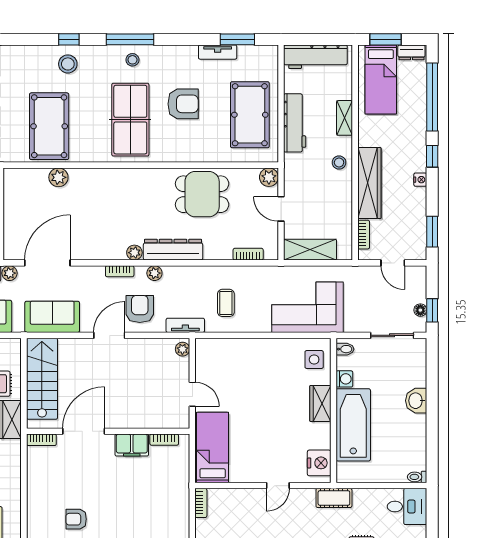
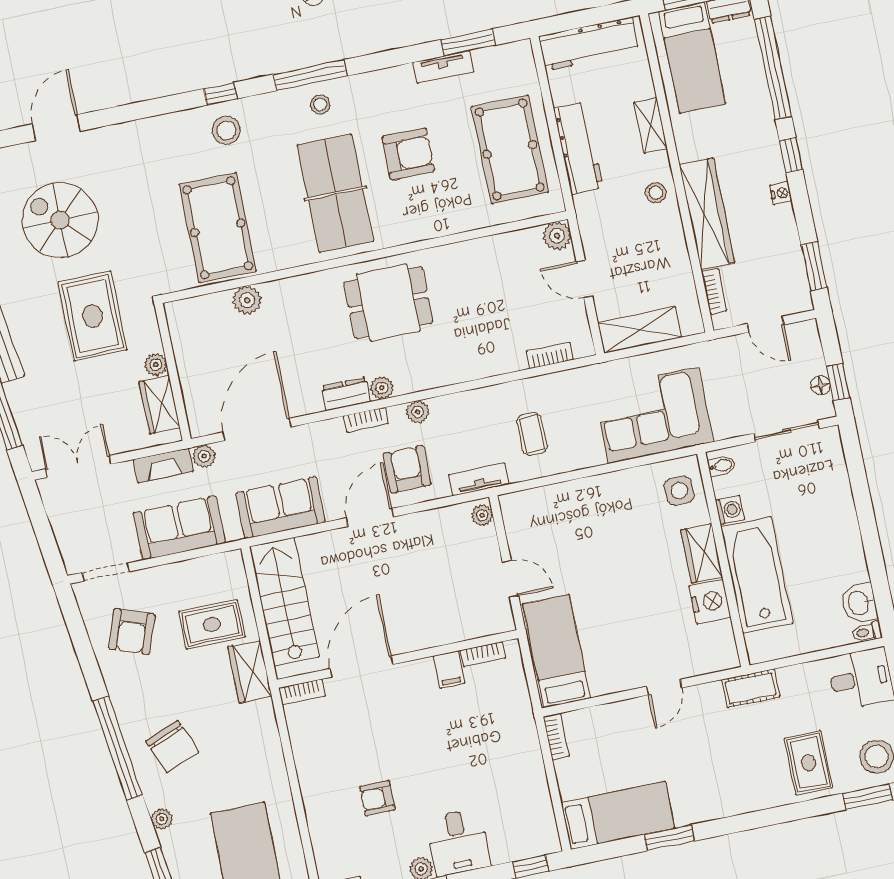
dining table: (202, 194) -> (388, 302), moved
dresser: (173, 250) -> (346, 394), moved, width x0.51, depth x0.80
washbasin: (416, 401) -> (859, 603), moved
filing cabinet: (132, 445) -> (449, 670), width x0.50
nightstand: (319, 463) -> (710, 602), moved

